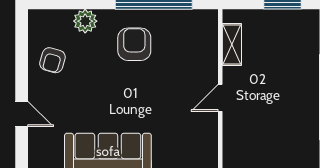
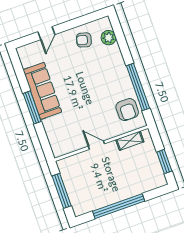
plant: (85, 21) -> (109, 38), moved
armchair: (134, 44) -> (127, 110), moved, turned 90

